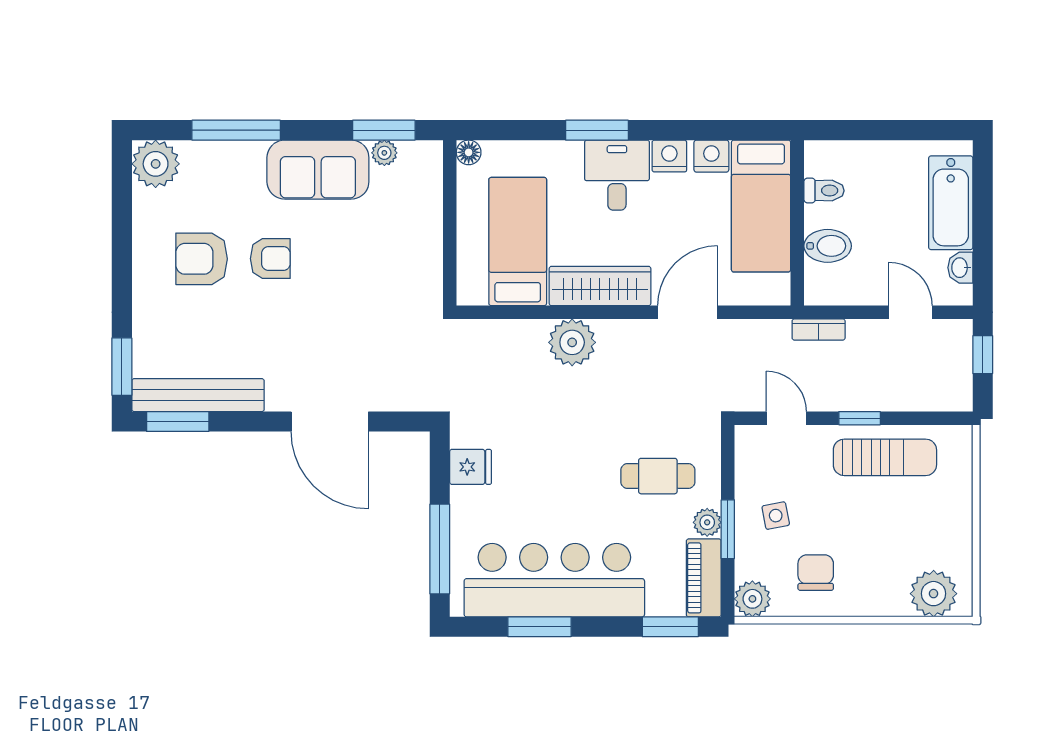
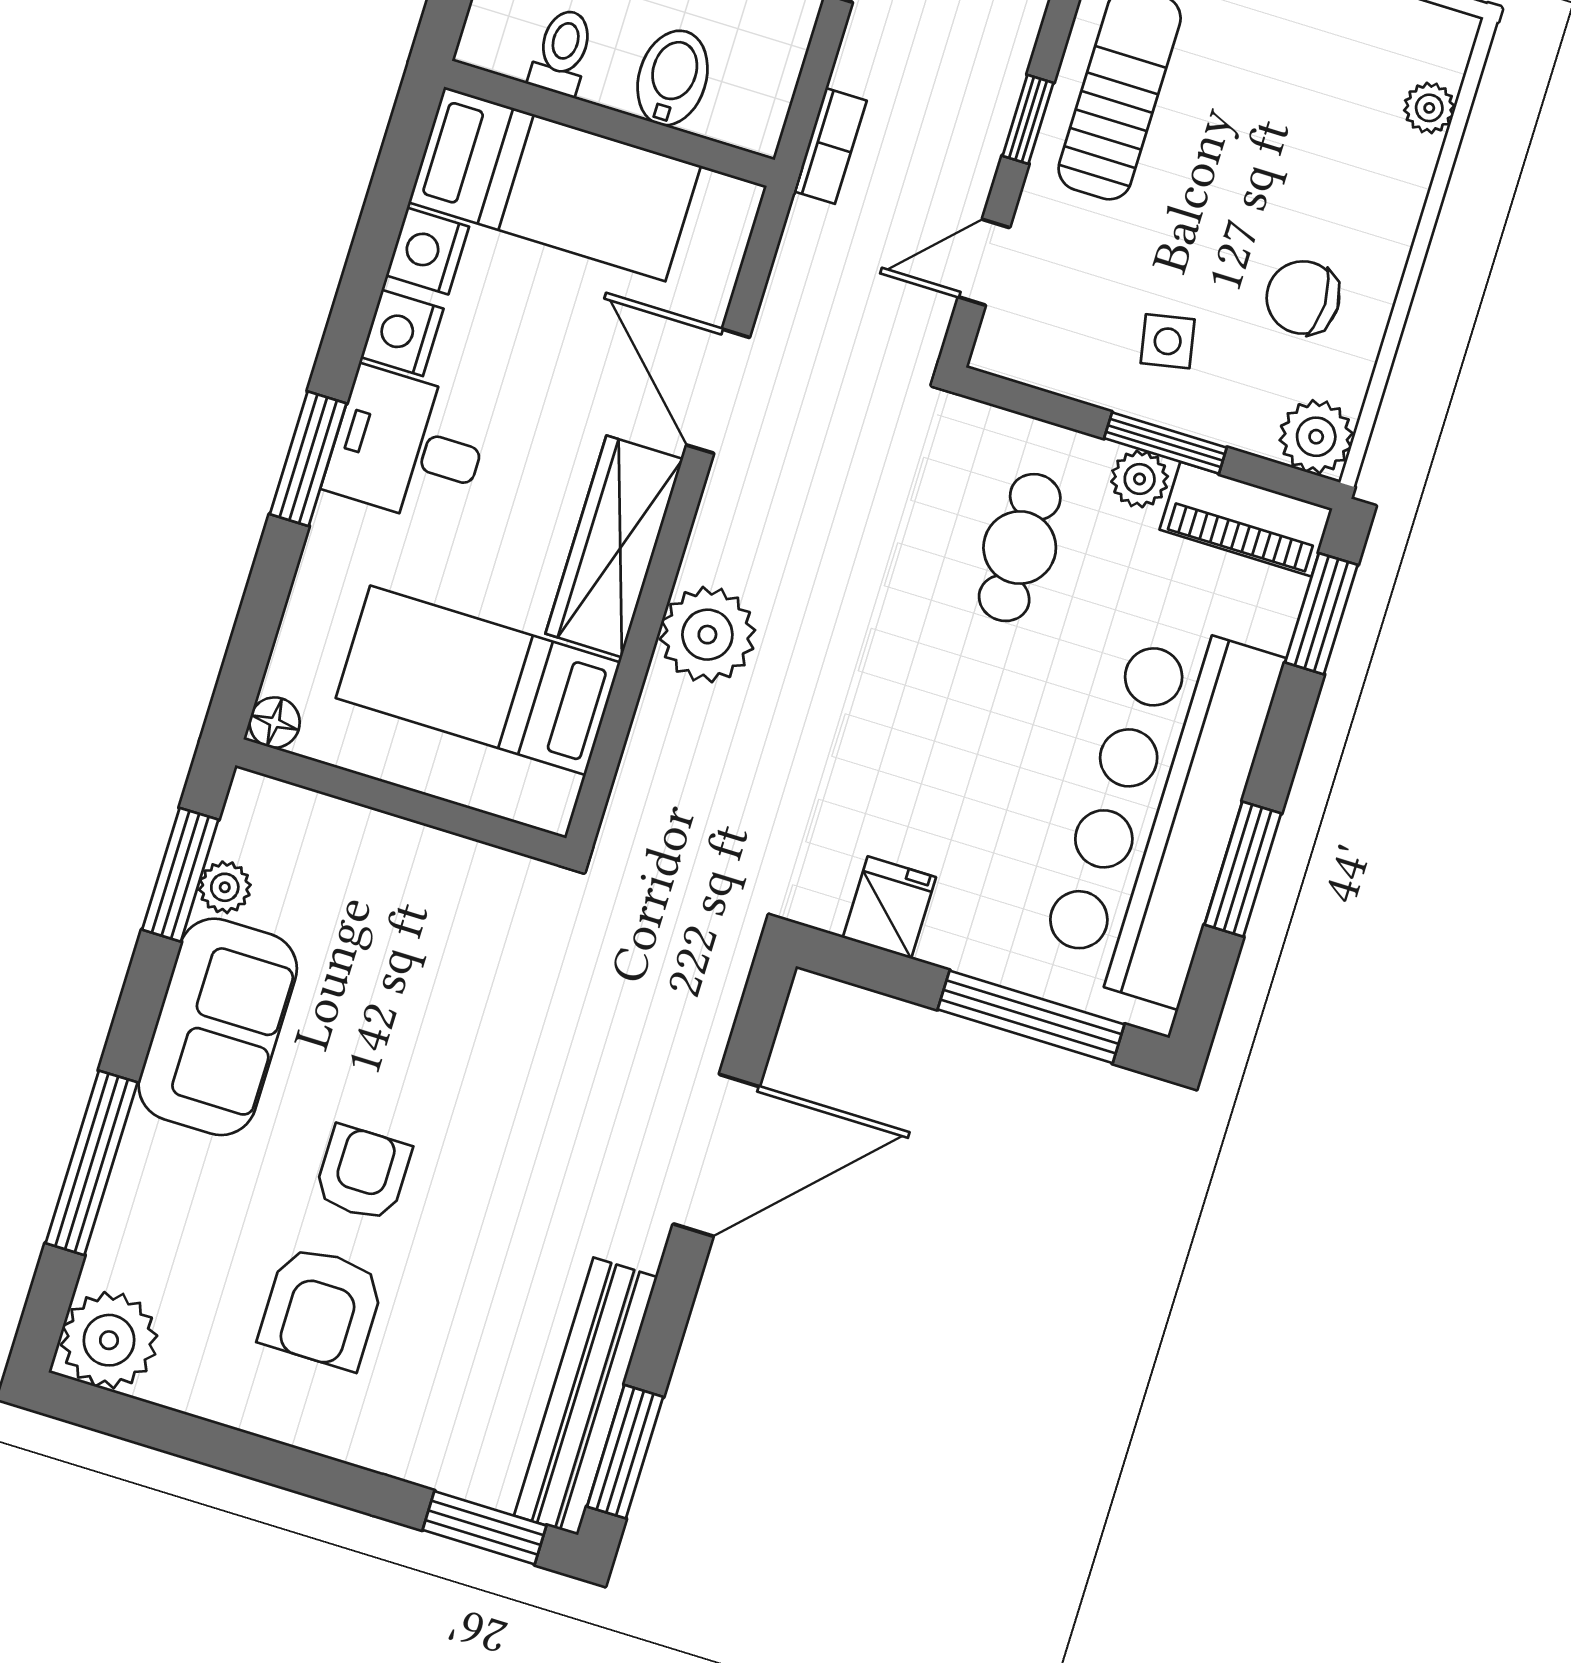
plant: (934, 594) -> (1429, 108), width x0.53, depth x0.53

